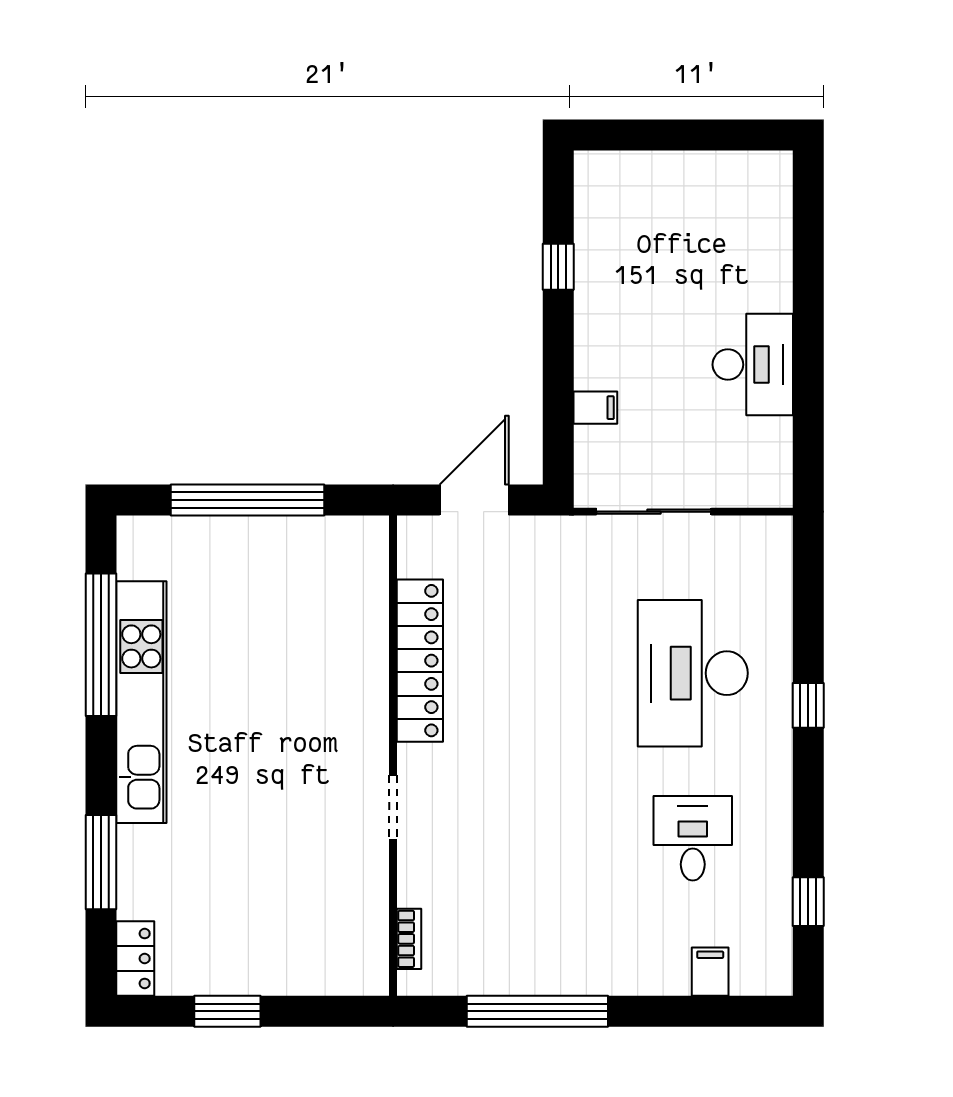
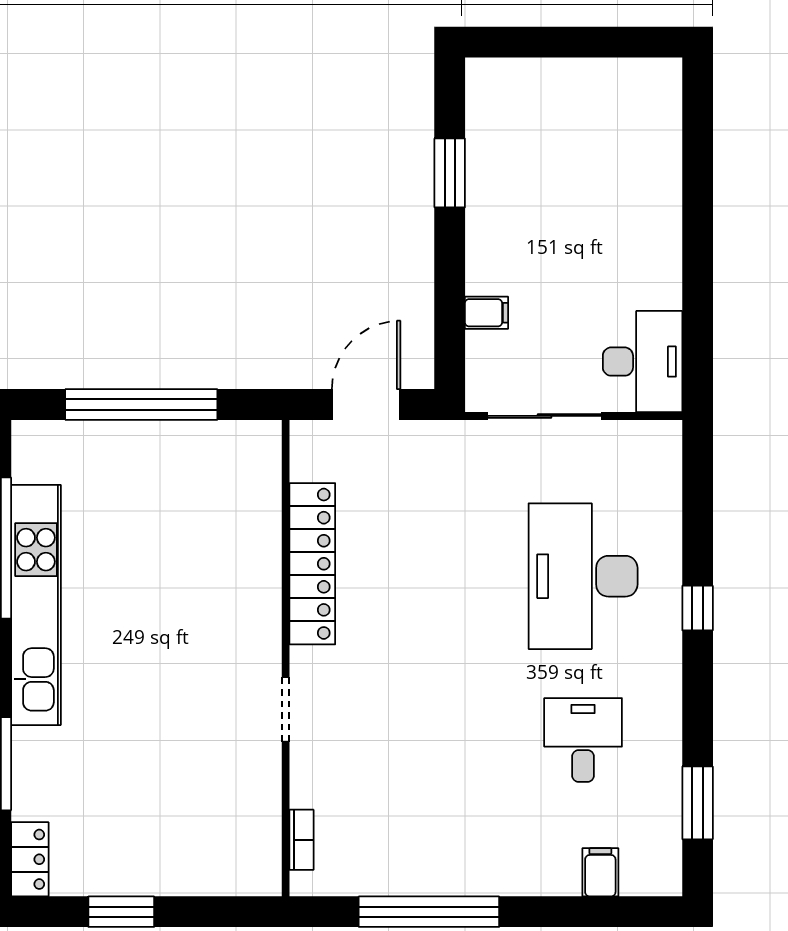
window: (558, 267) -> (450, 173), width x1.50
desk: (753, 365) -> (643, 362), moved
window: (808, 902) -> (698, 803), width x1.50

